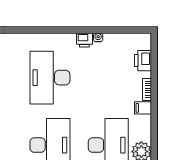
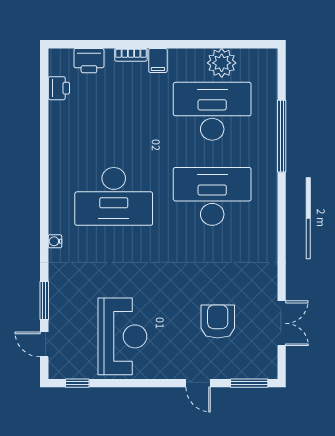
water cooler: (98, 37) -> (55, 241), moved
printer: (84, 40) -> (59, 88), moved

